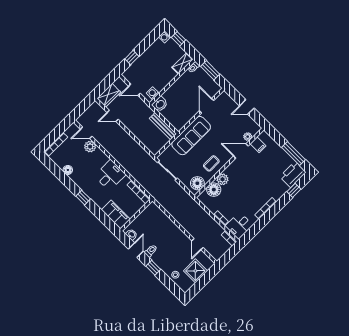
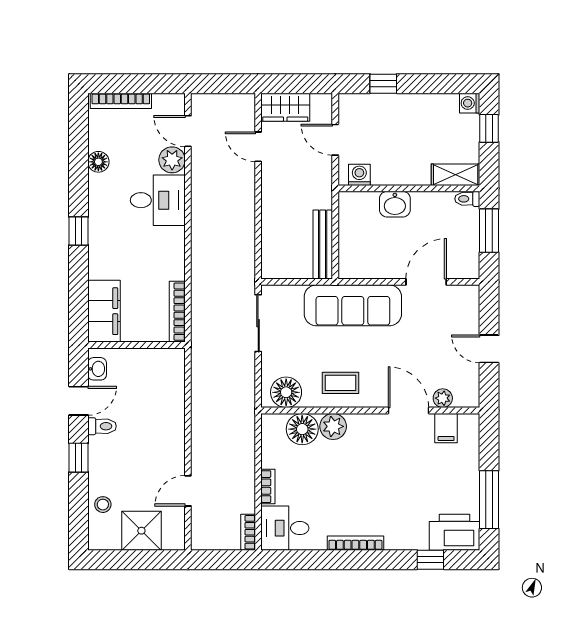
washbasin: (160, 104) -> (395, 204), moved
desk: (110, 175) -> (158, 200), moved

